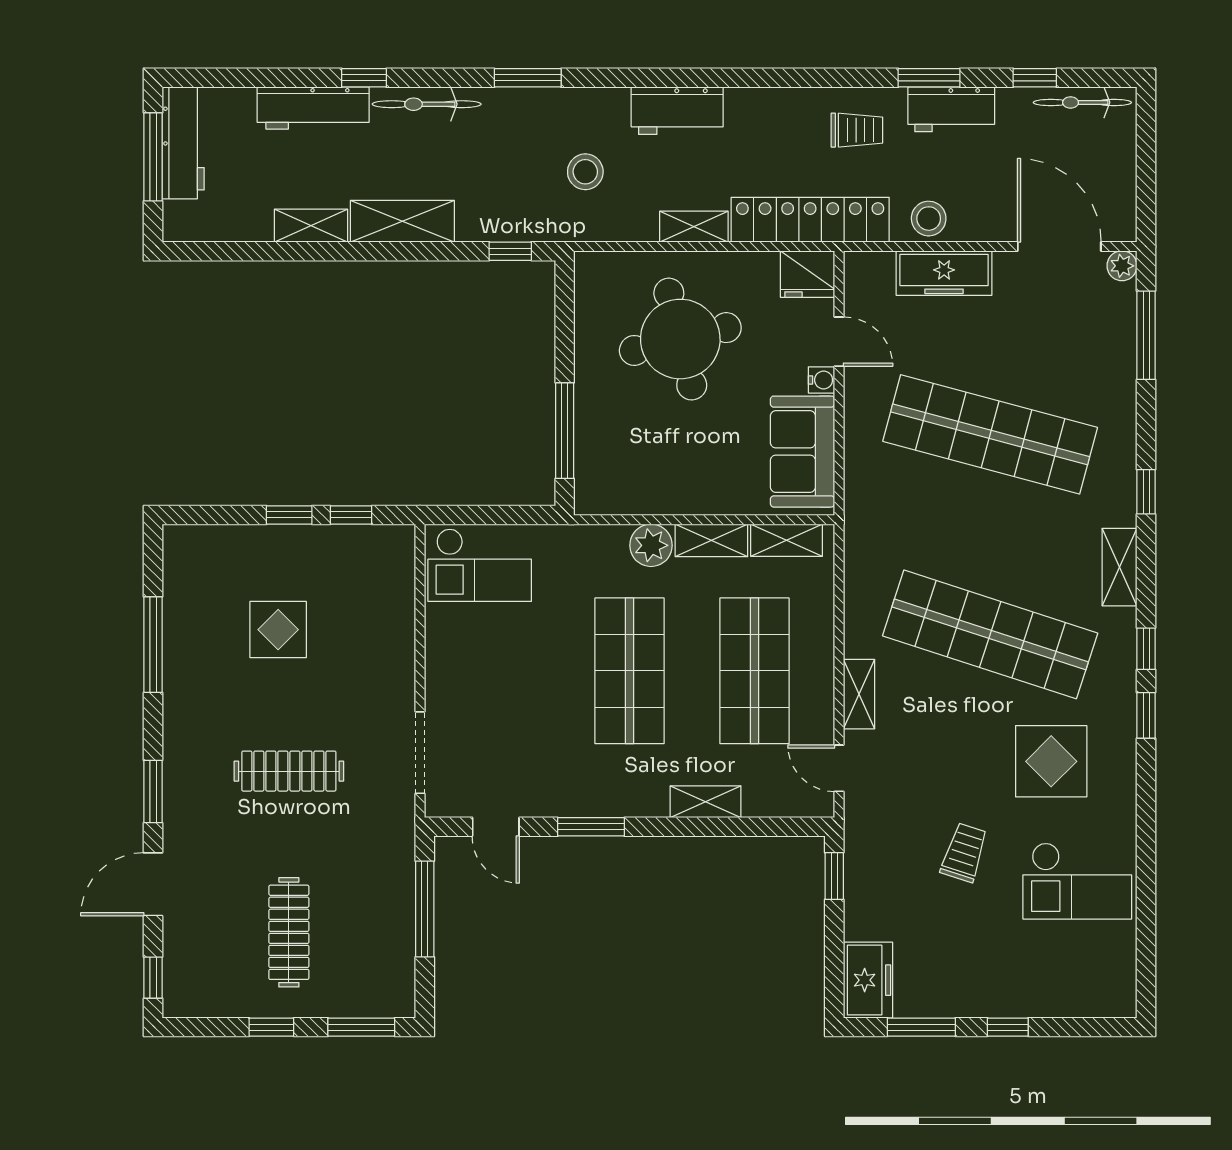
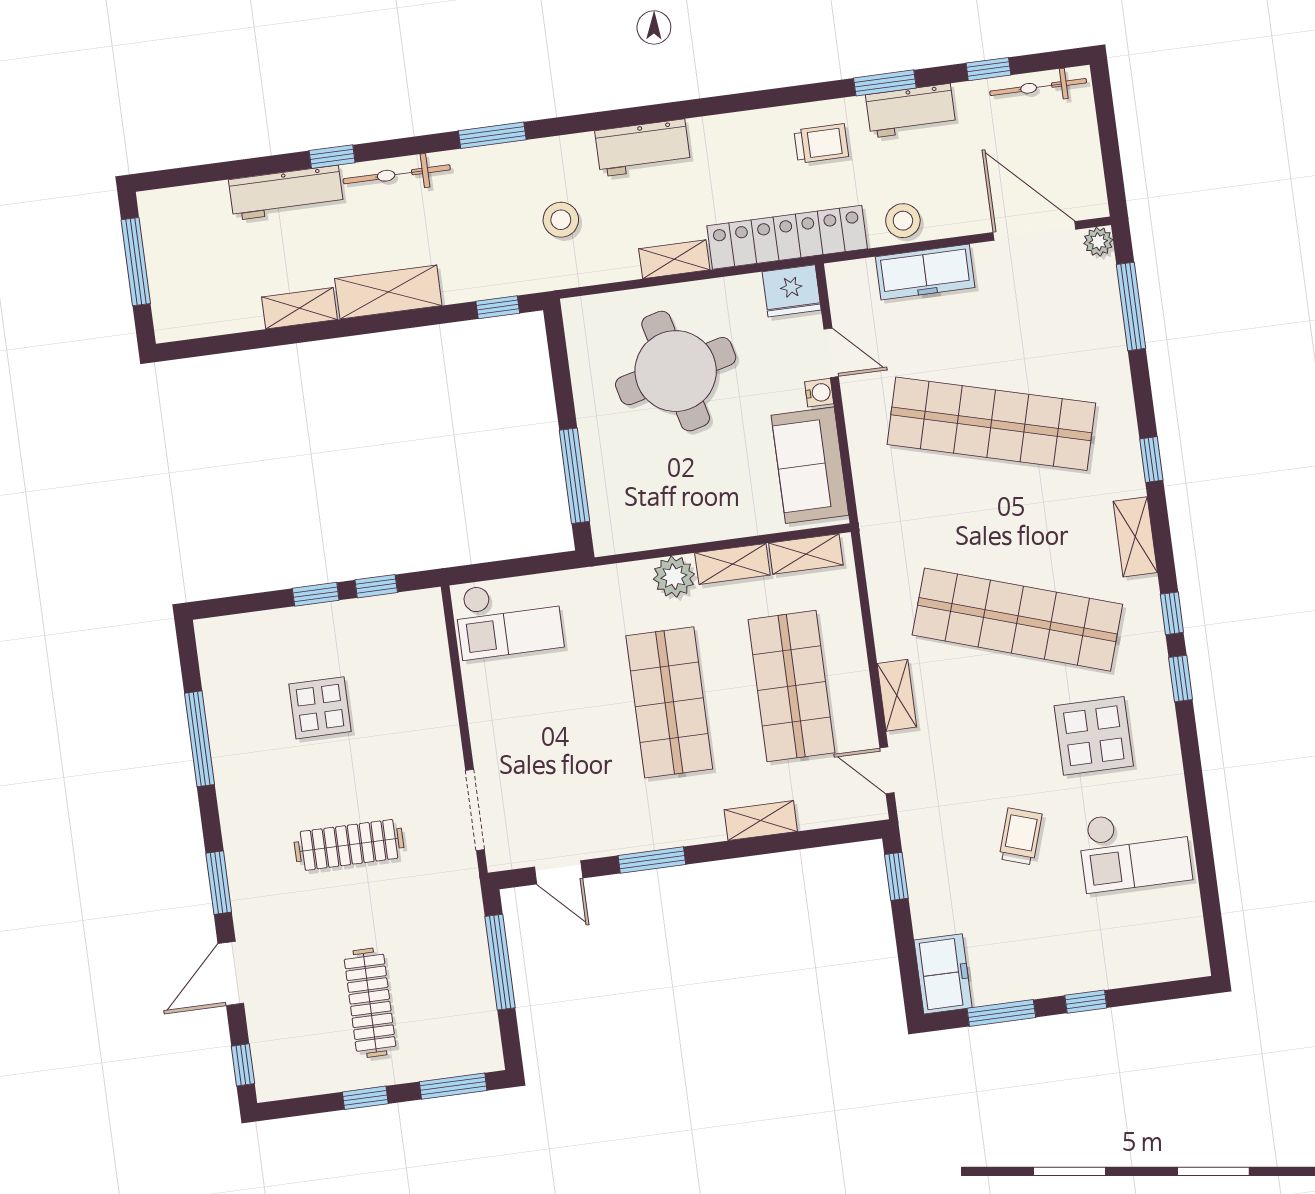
workbench: (183, 143) -> (163, 244), removed

